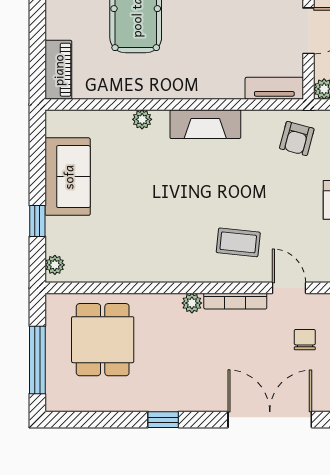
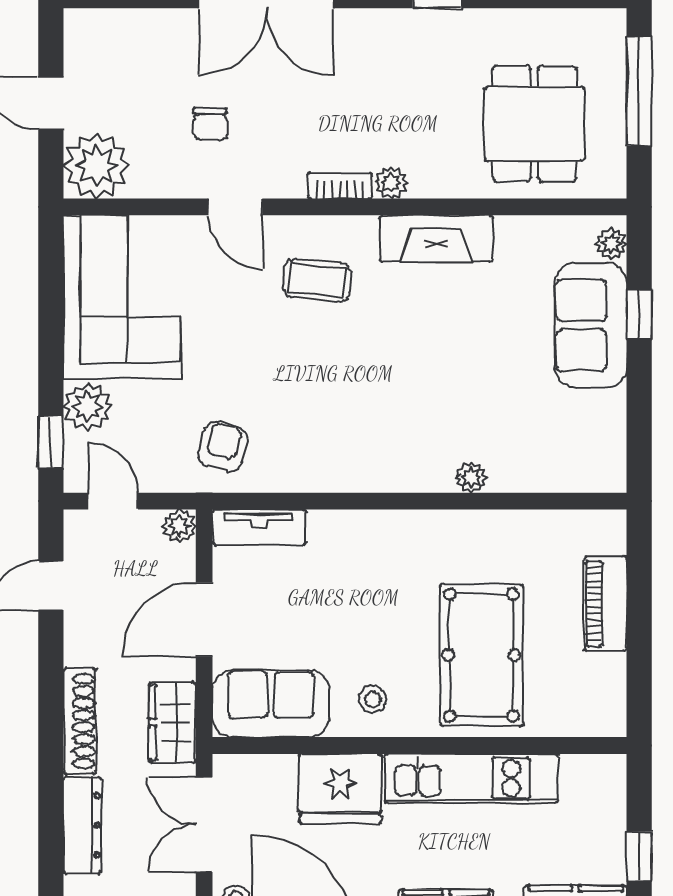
piano: (58, 70) -> (605, 604), moved
fireplace: (205, 124) -> (436, 238), moved, turned 180
sofa: (68, 177) -> (591, 325), moved
bookcase: (235, 301) -> (340, 186), width x0.64

